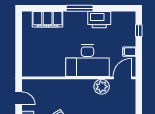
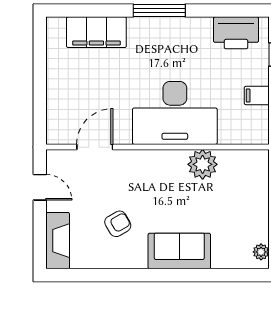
printer: (99, 20) -> (236, 33), moved
door: (122, 78) -> (95, 147), moved

